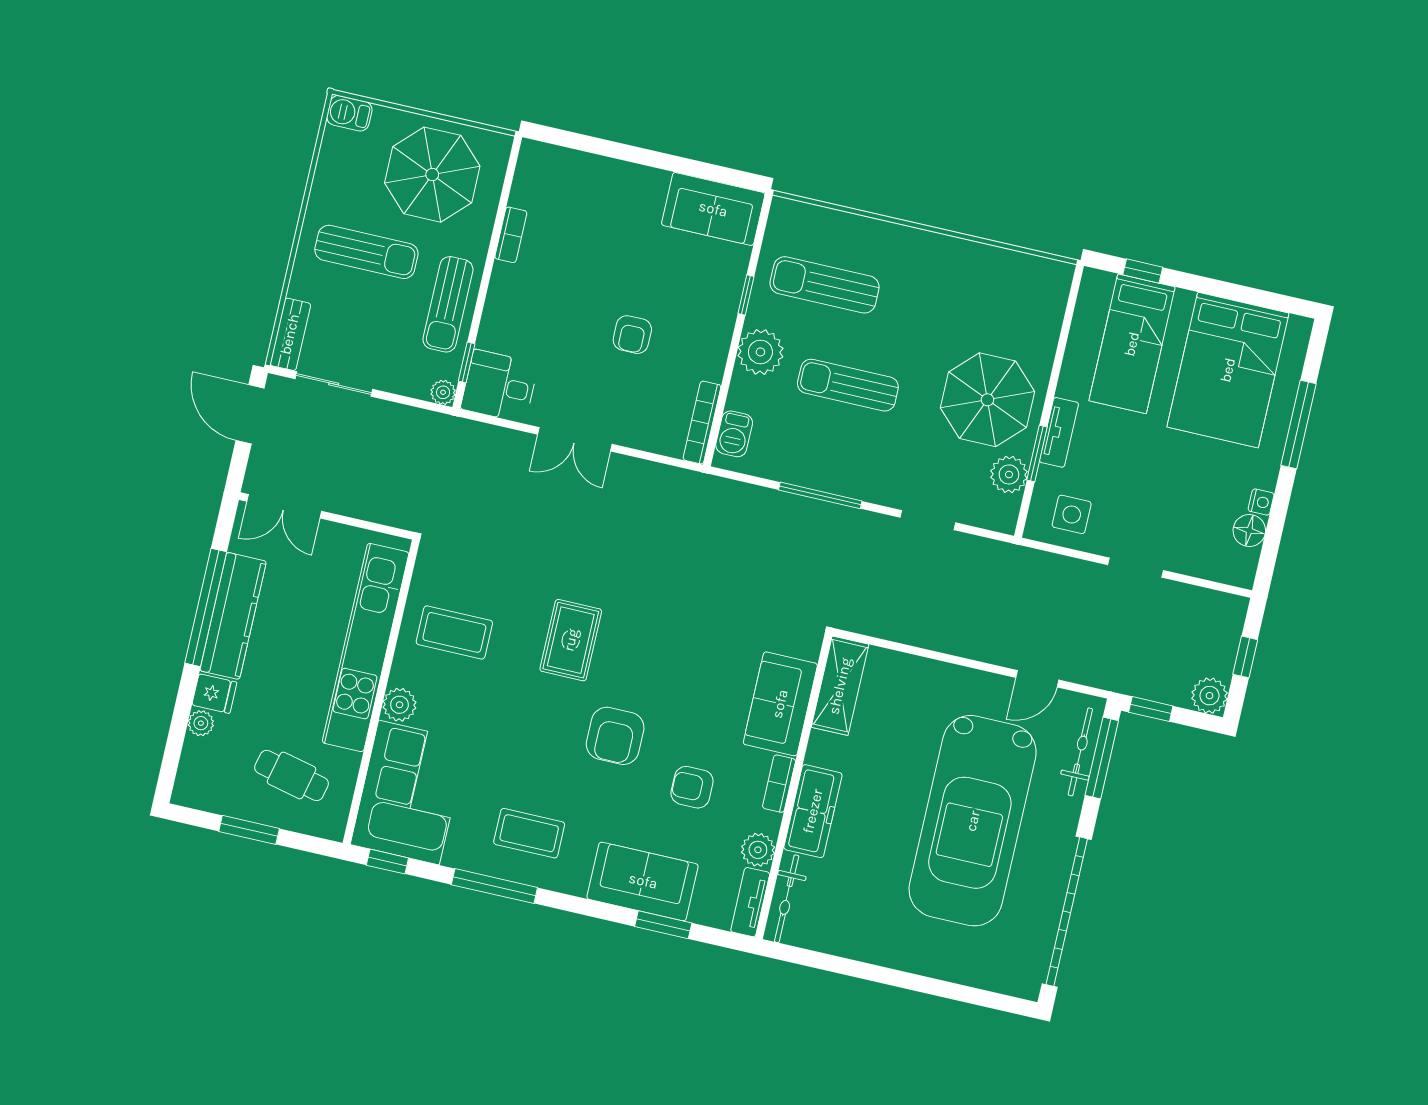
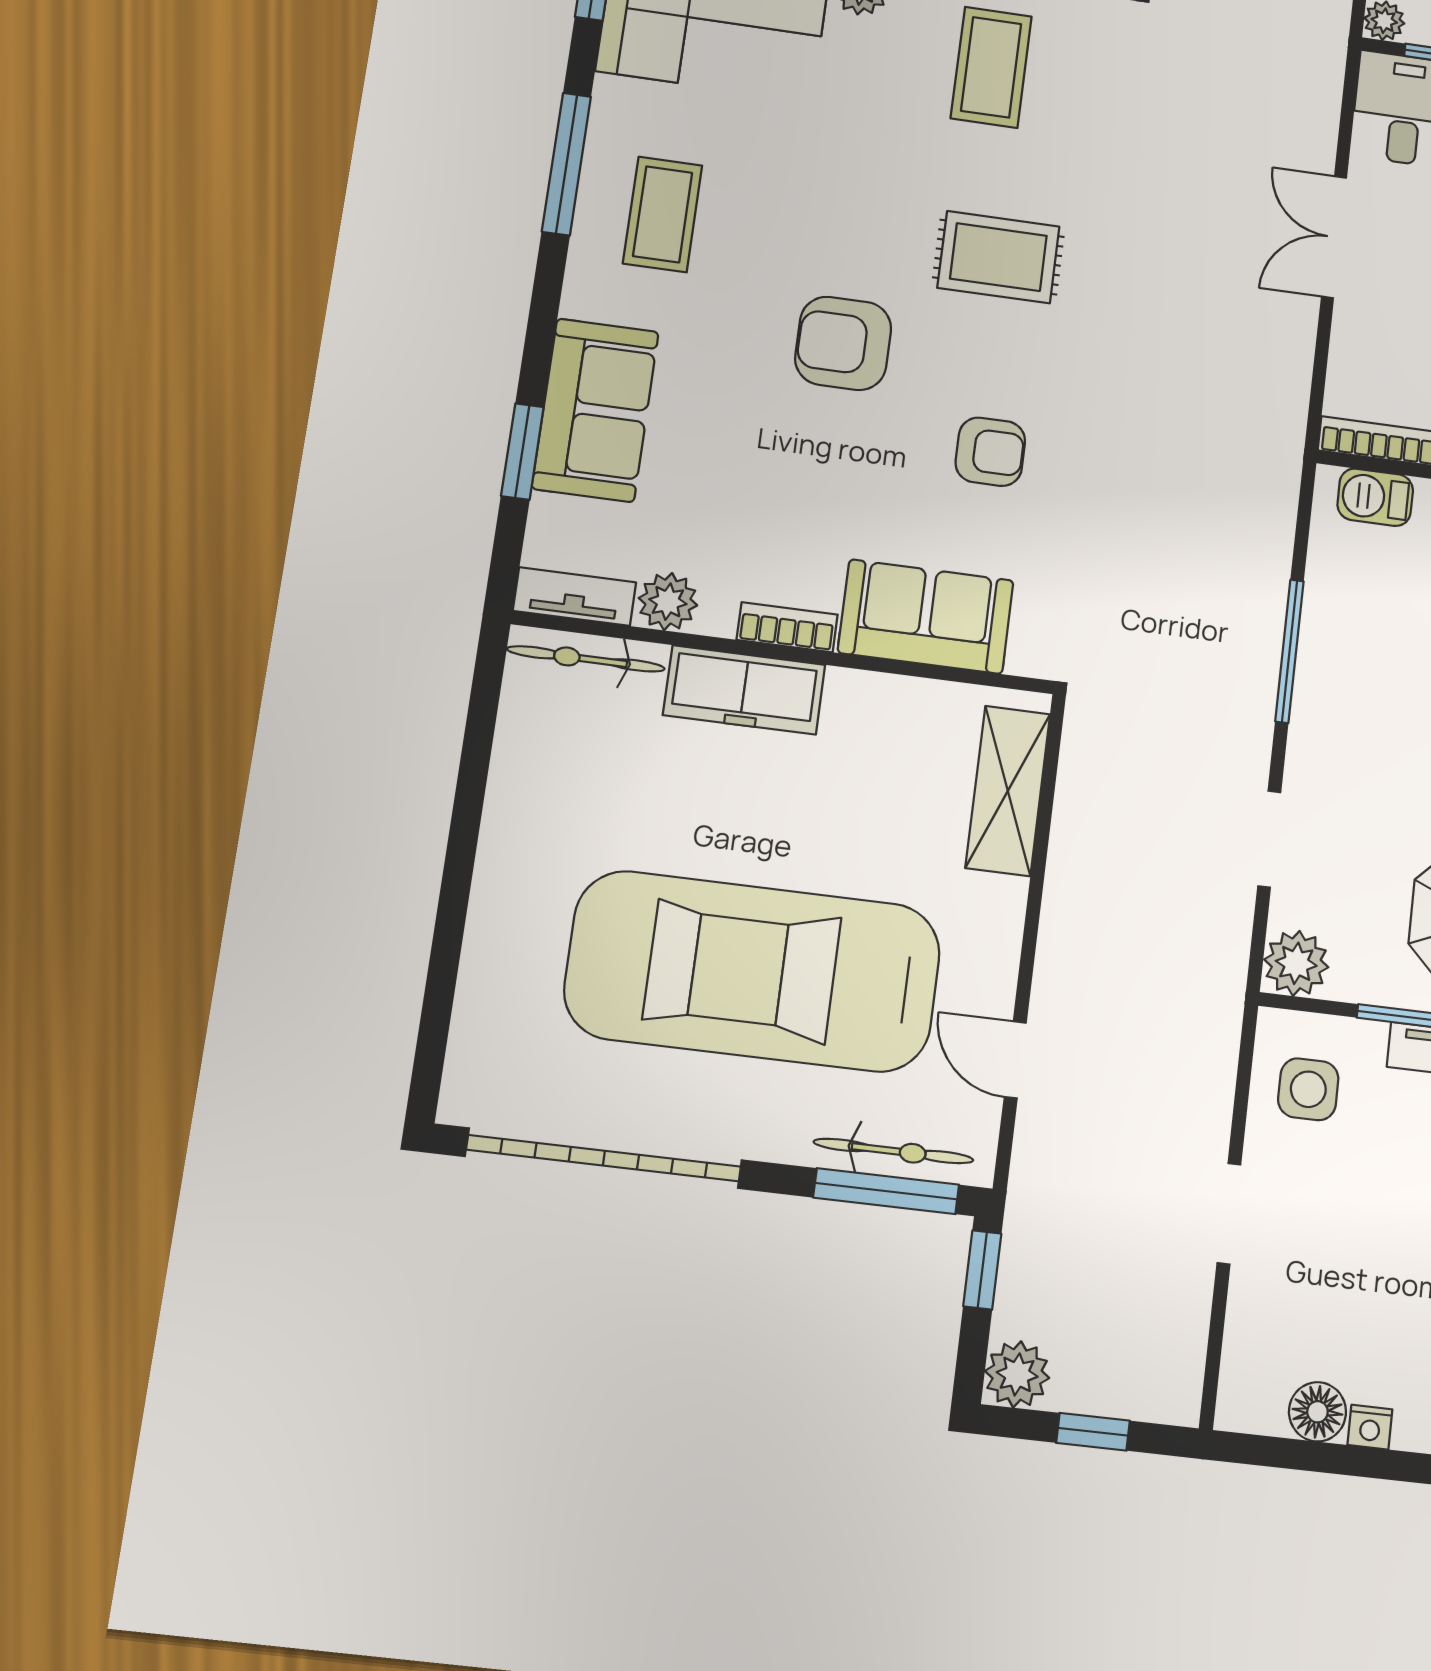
plant: (1009, 474) -> (1296, 963), moved
shelving: (840, 686) -> (1008, 791), moved, turned 90
armchair: (692, 787) -> (990, 452), moved, turned 90

